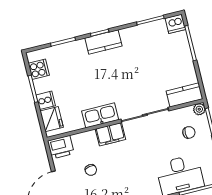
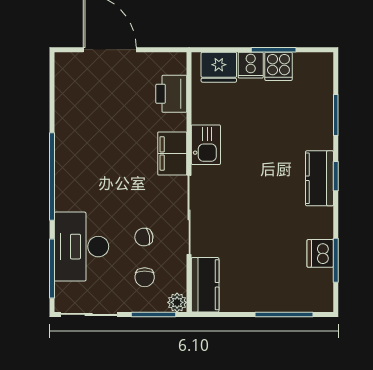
dishwasher: (175, 24) -> (320, 253), moved
cooker: (39, 69) -> (278, 66), moved
kitchen sink: (100, 115) -> (206, 145), width x0.73
printer: (61, 147) -> (171, 94), moved
chair: (91, 170) -> (144, 237), moved

